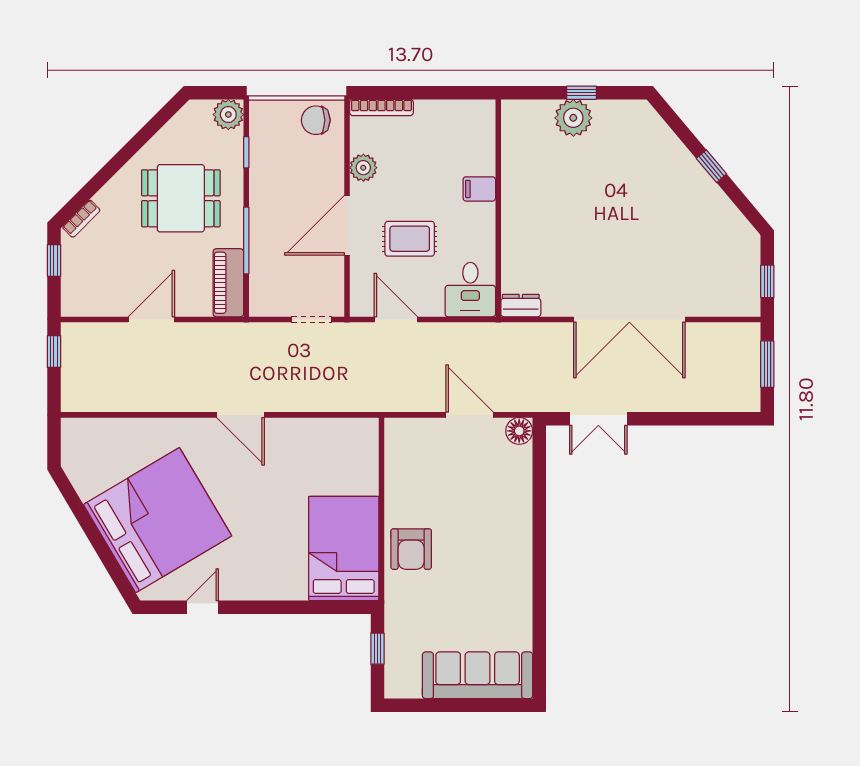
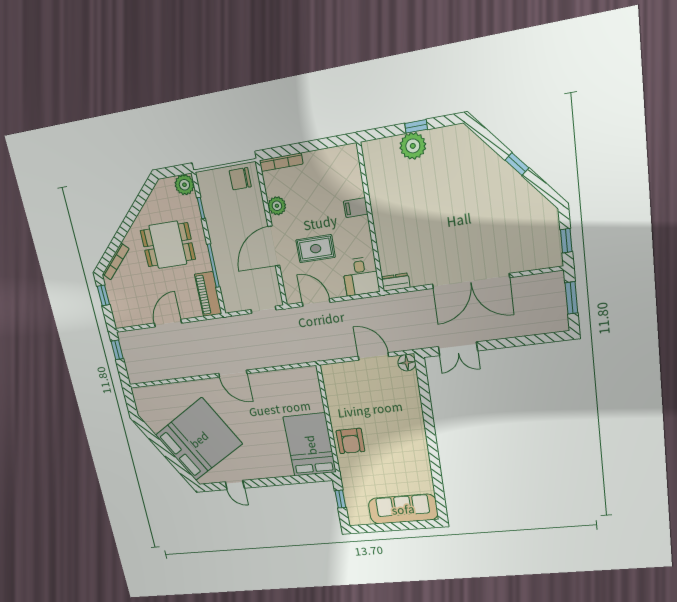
bookcase: (81, 219) -> (116, 261), width x1.56
door: (203, 607) -> (235, 485), swing flipped

